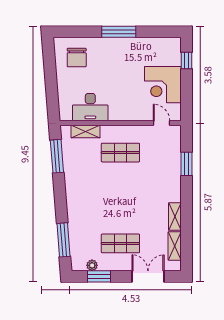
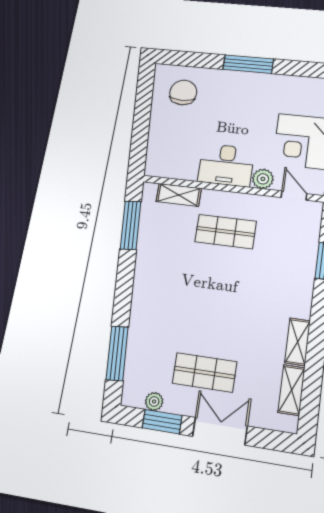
chair: (77, 58) -> (183, 92), turned 180
desk: (90, 107) -> (226, 165), moved
plant: (140, 114) -> (263, 179), added
double door: (148, 276) -> (220, 431), moved

